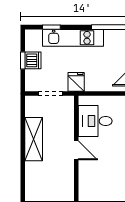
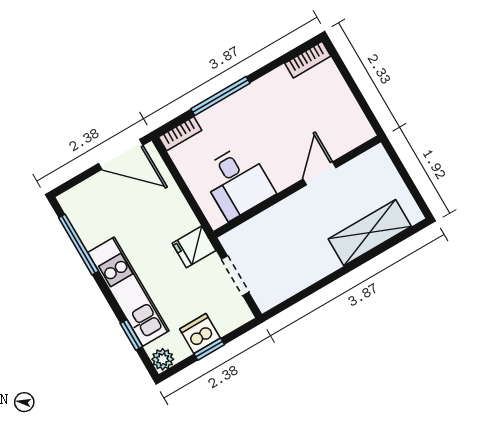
plant: (31, 35) -> (163, 359), added
shelving: (34, 139) -> (370, 233), moved
door: (76, 150) -> (320, 173), moved

